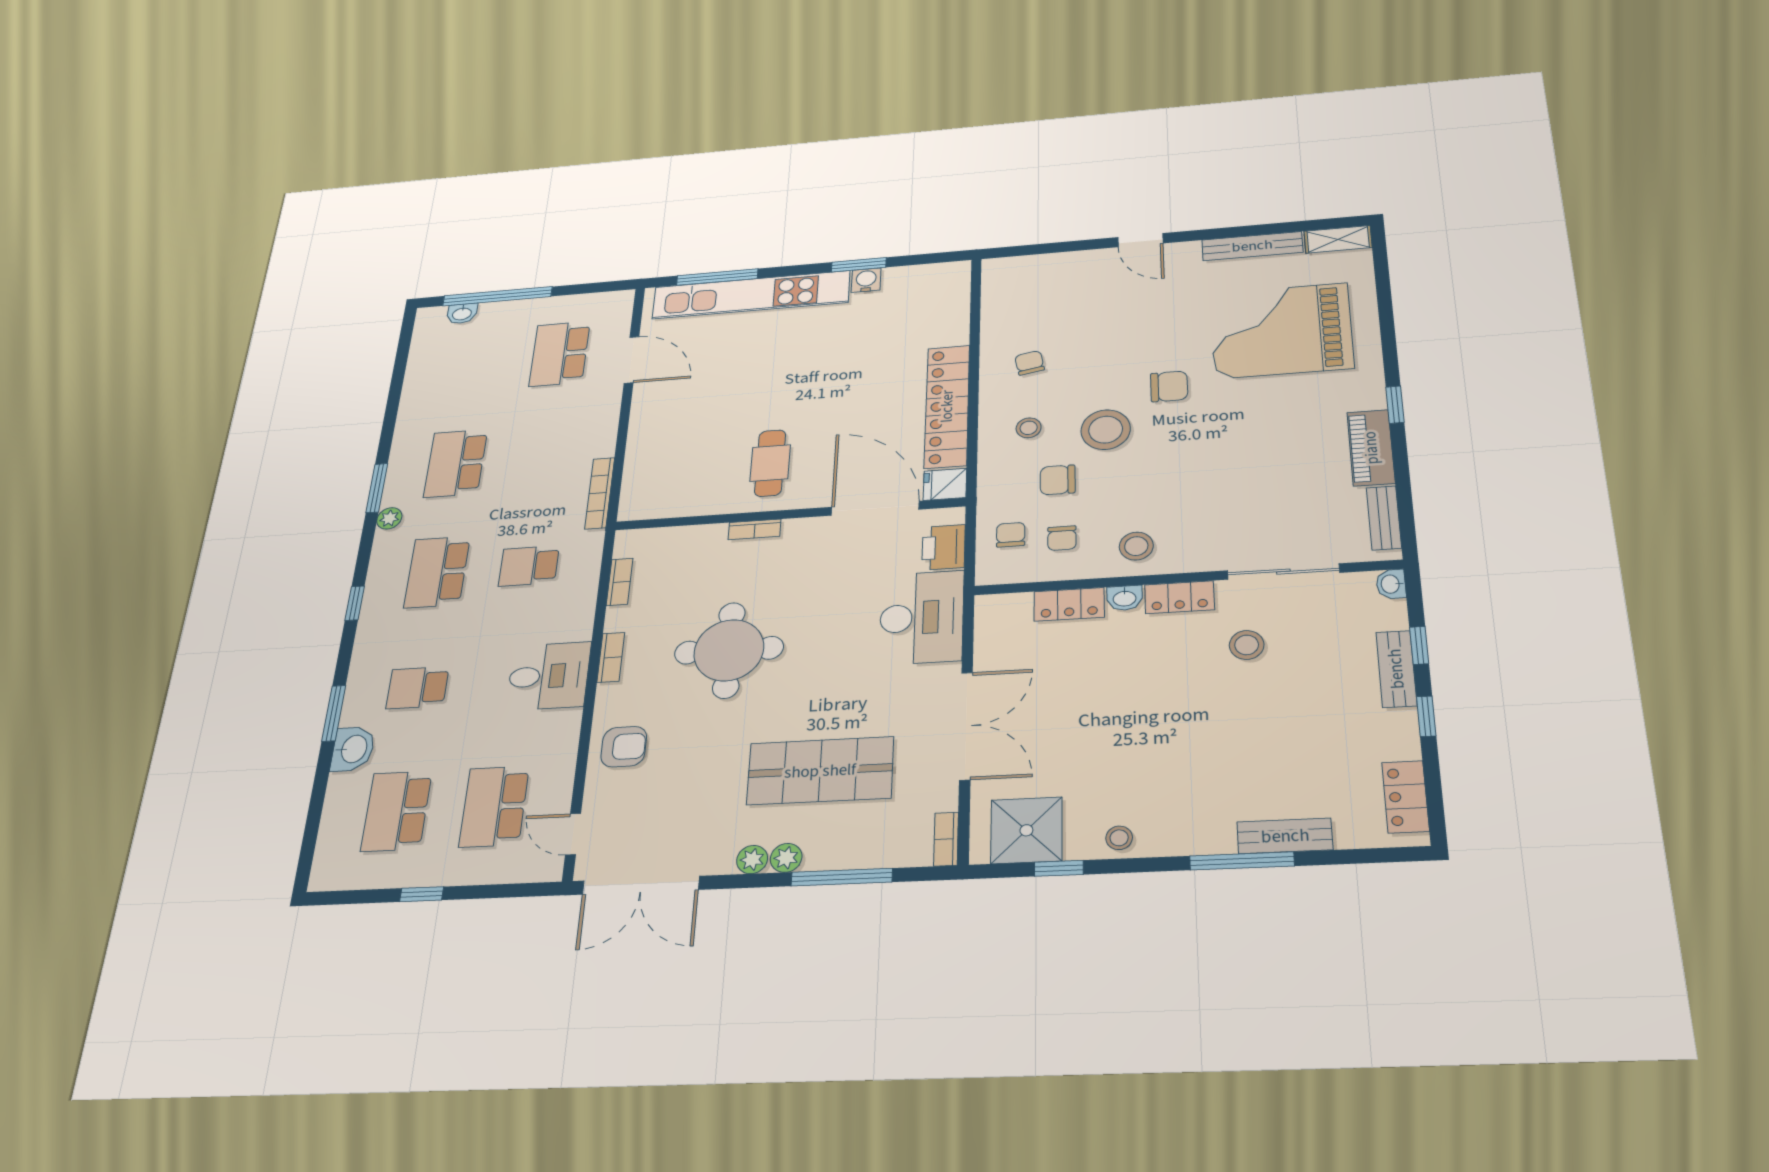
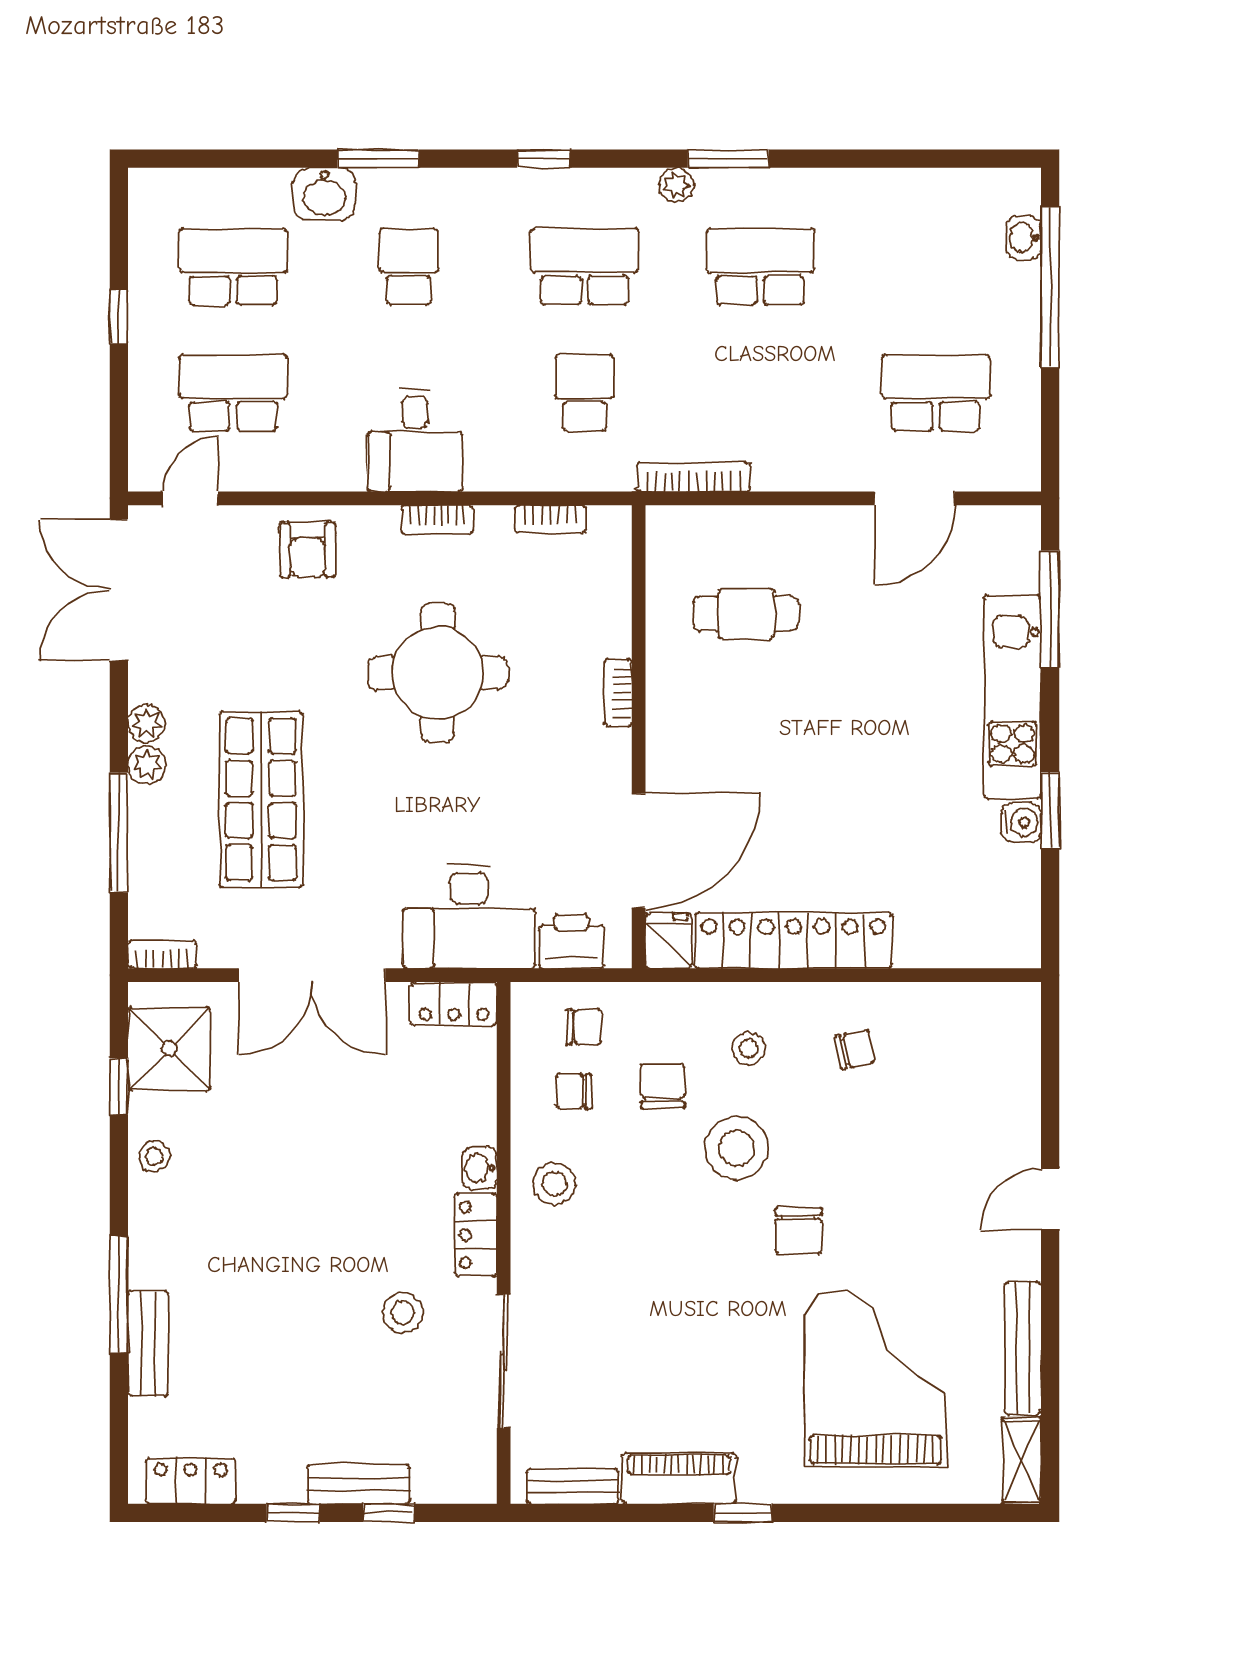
kitchen unit: (751, 295) -> (1012, 697), width x0.73
cafe table: (770, 463) -> (746, 614), moved
washbasin: (1391, 584) -> (476, 1487), removed
locker: (1069, 604) -> (454, 1004), moved, turned -90

